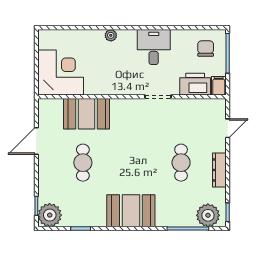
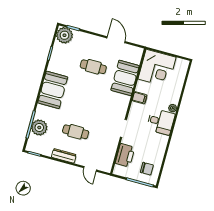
desk: (154, 47) -> (161, 122), moved
filing cabinet: (219, 86) -> (140, 98), moved
plant: (208, 215) -> (39, 127), moved

